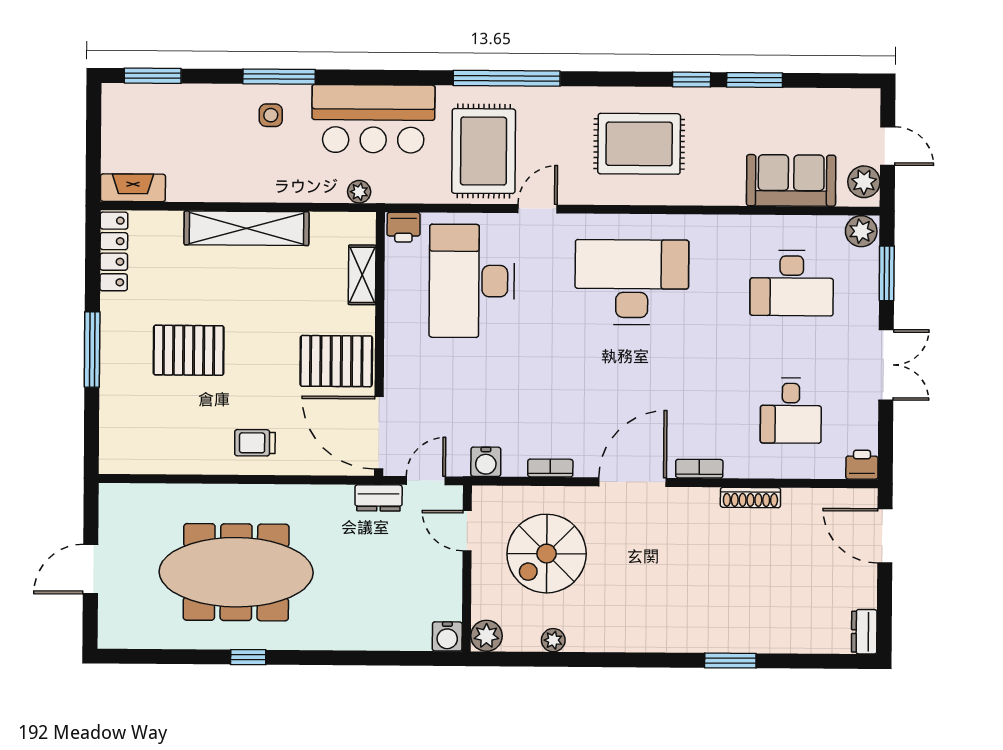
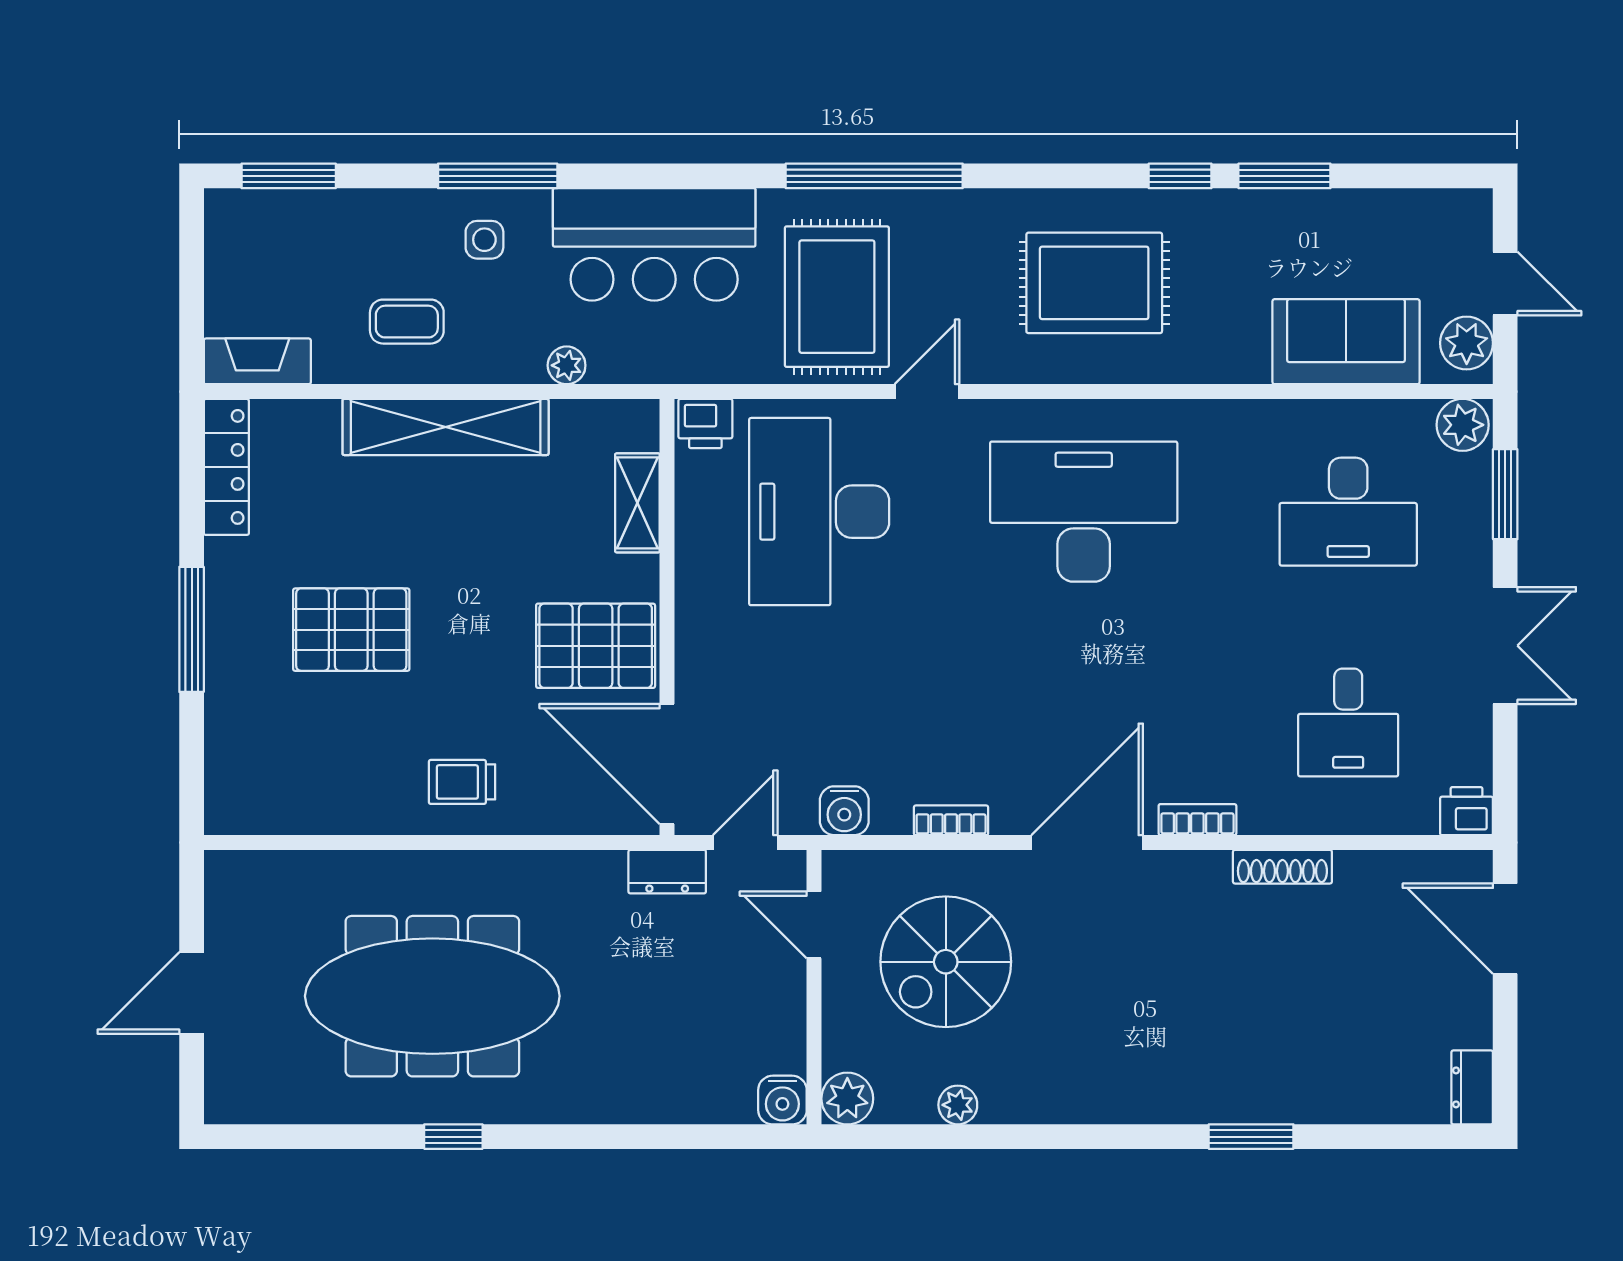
coffee table: (223, 164) -> (407, 322), added
plant: (359, 192) -> (567, 365), moved

